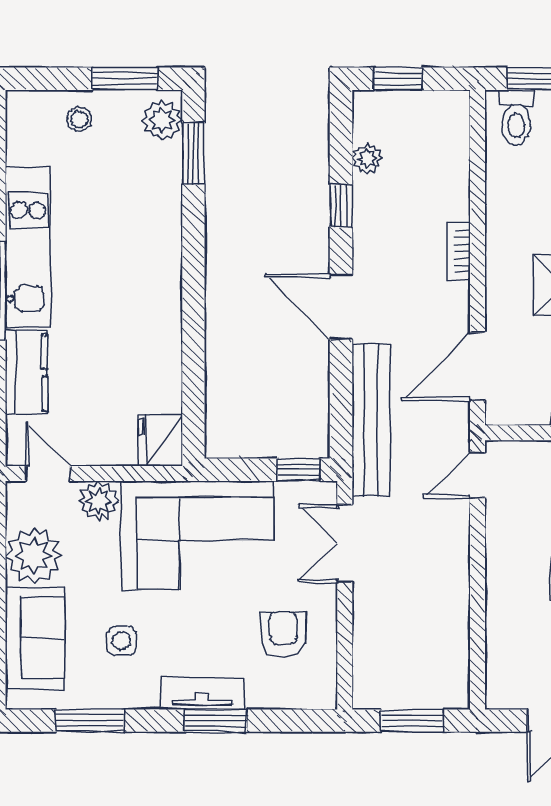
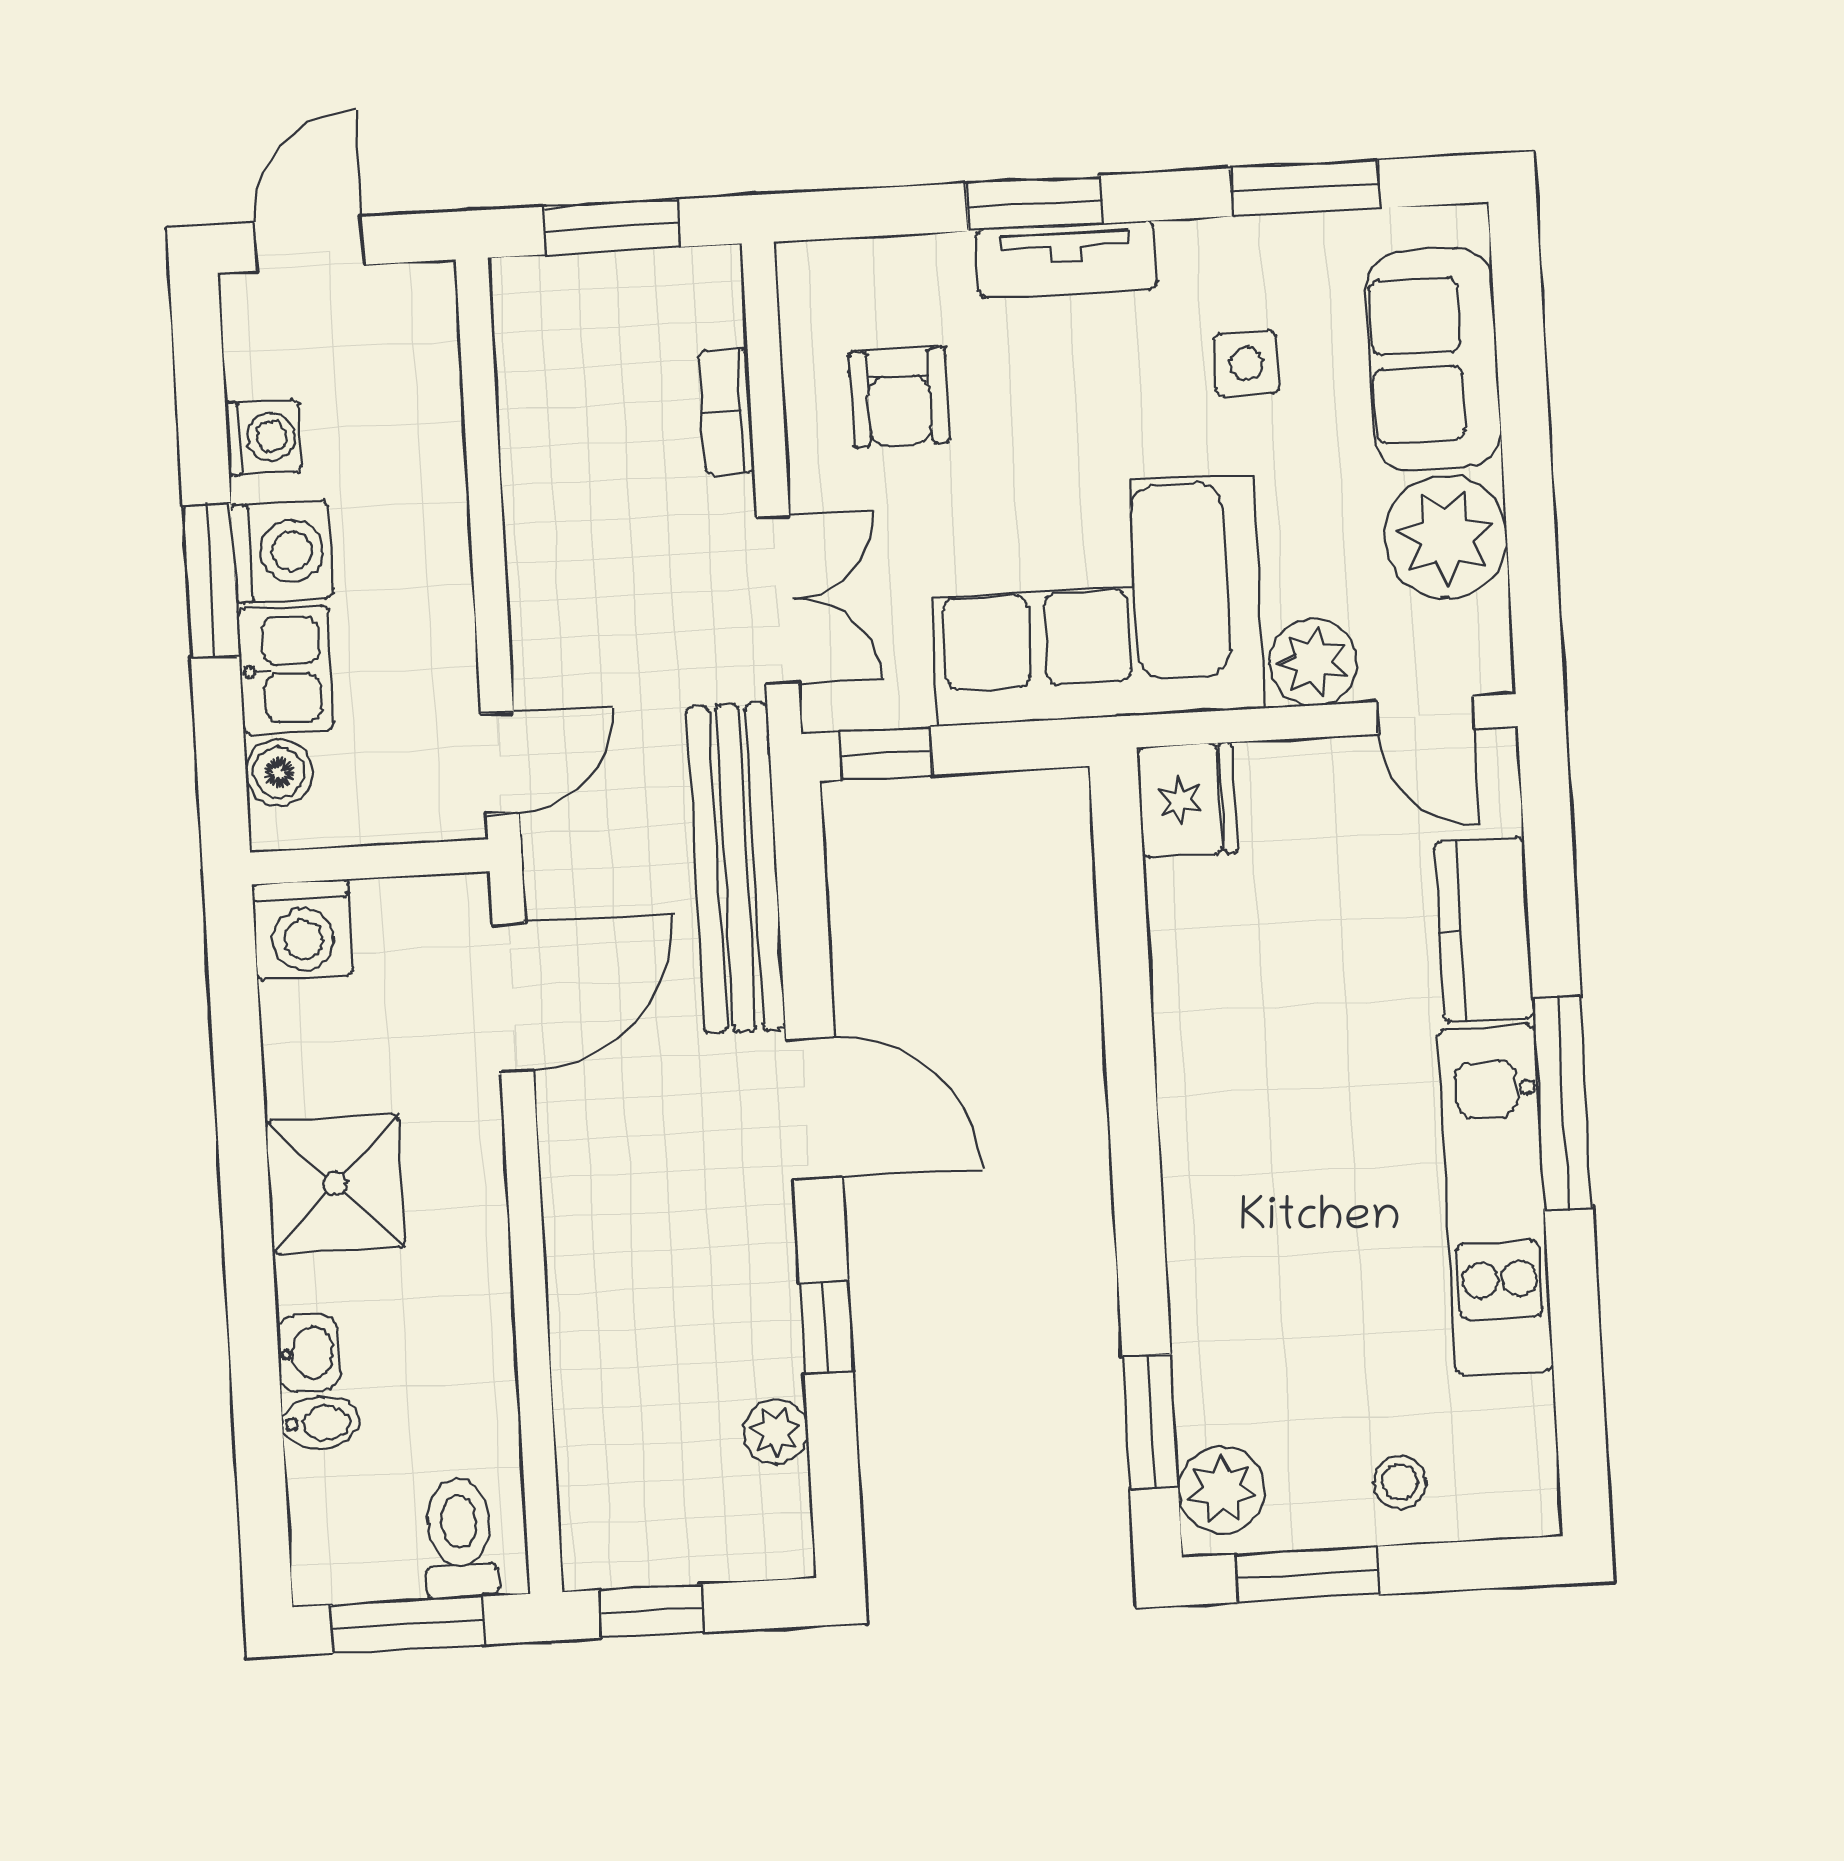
window: (398, 79) -> (651, 1611), moved
bookcase: (459, 252) -> (726, 411), moved, turned 180

